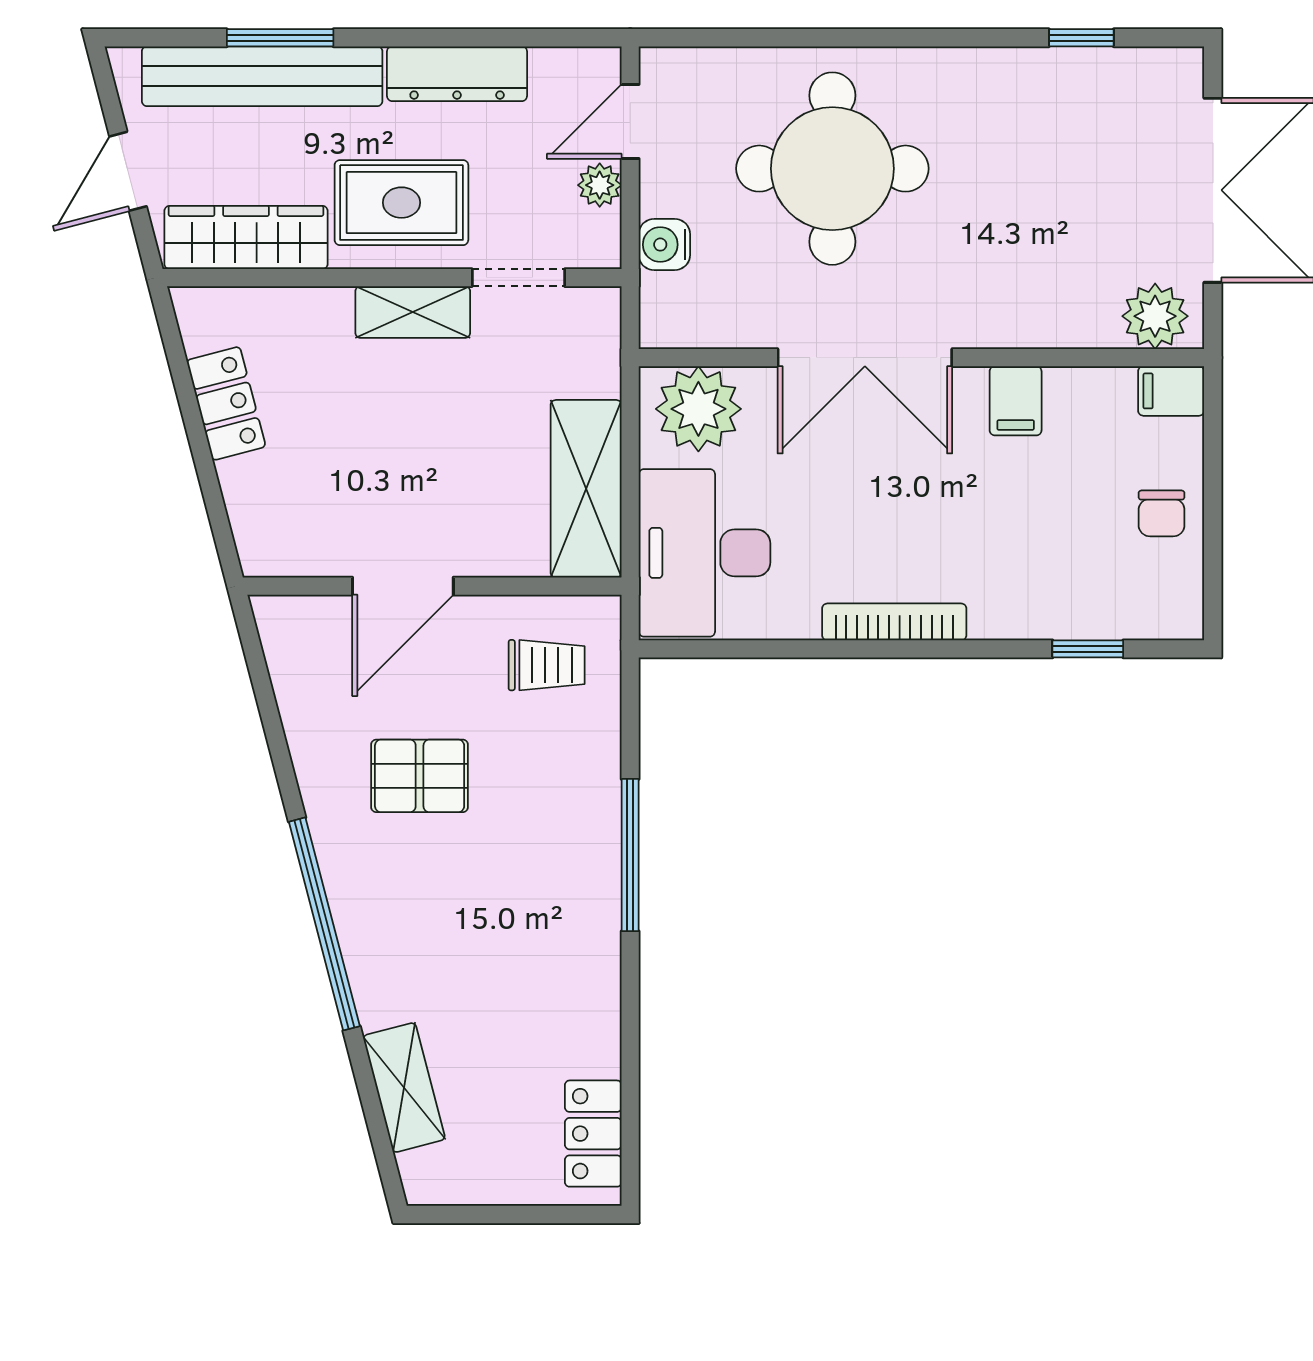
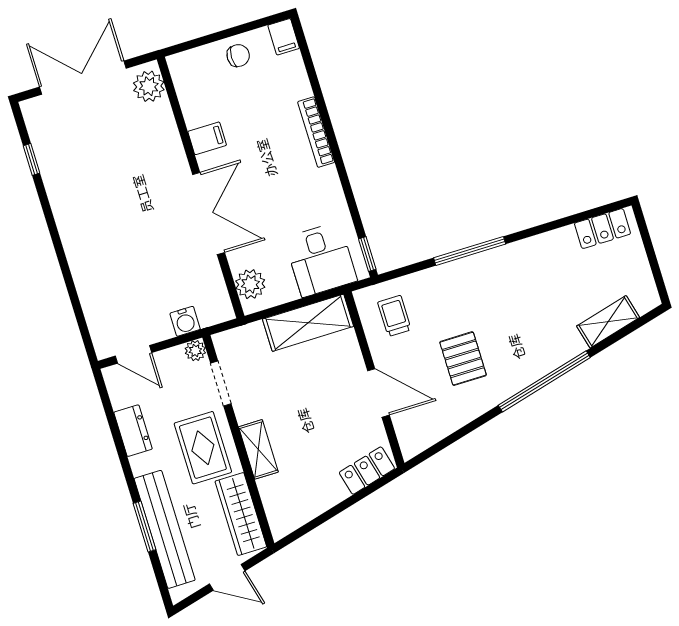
dresser: (457, 74) -> (133, 431), width x0.70
round table: (832, 169) -> (127, 255), removed
plant: (600, 185) -> (195, 351), moved
shelving: (413, 312) -> (258, 449), moved
filing cabinet: (1171, 391) -> (284, 37), moved
locker: (226, 403) -> (367, 471), moved
plant: (698, 409) -> (250, 284), width x0.73, depth x0.73
desk: (705, 553) -> (321, 259), width x0.73
bookcase: (894, 622) -> (316, 132), moved
window: (1088, 649) -> (367, 254), moved

